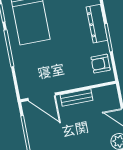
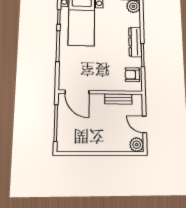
bench: (76, 98) -> (118, 99), moved

